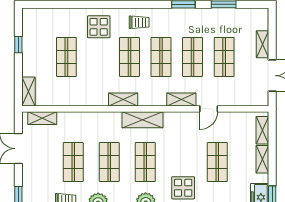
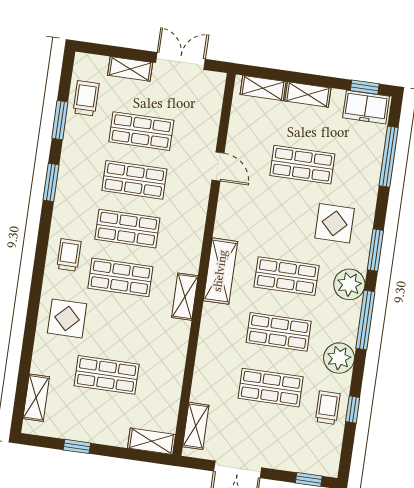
trolley: (240, 19) -> (86, 98), added
shelving: (181, 99) -> (36, 398), moved

